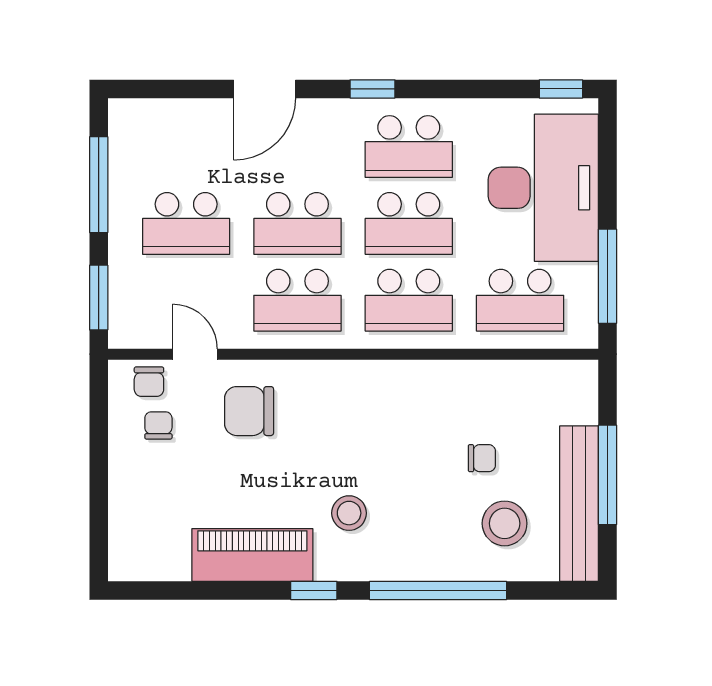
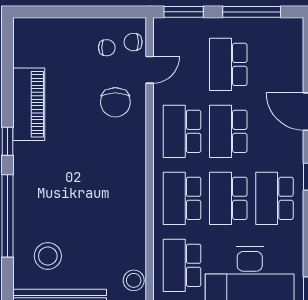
chair: (249, 411) -> (115, 102), turned 180
chair: (482, 458) -> (87, 242), removed
stool: (349, 513) -> (134, 280), moved

